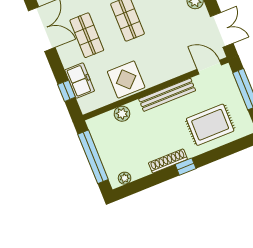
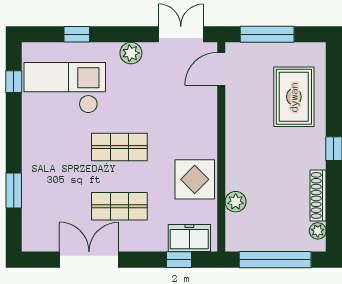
freezer: (80, 81) -> (189, 238), moved
bench: (167, 95) -> (235, 136), removed
shoe rack: (168, 161) -> (318, 195), moved

